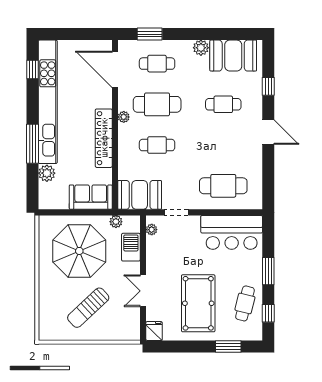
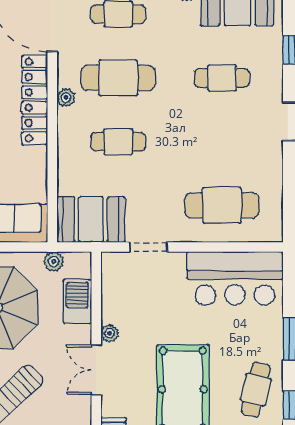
locker: (104, 138) -> (35, 100), moved
plant: (152, 230) -> (110, 333), moved

